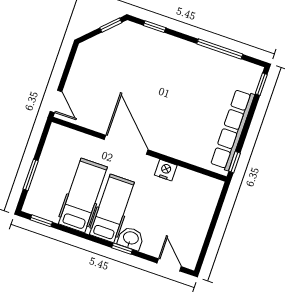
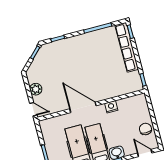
plant: (78, 76) -> (36, 89), added
row of seats: (233, 130) -> (127, 47), moved
chair: (192, 232) -> (145, 129), added

